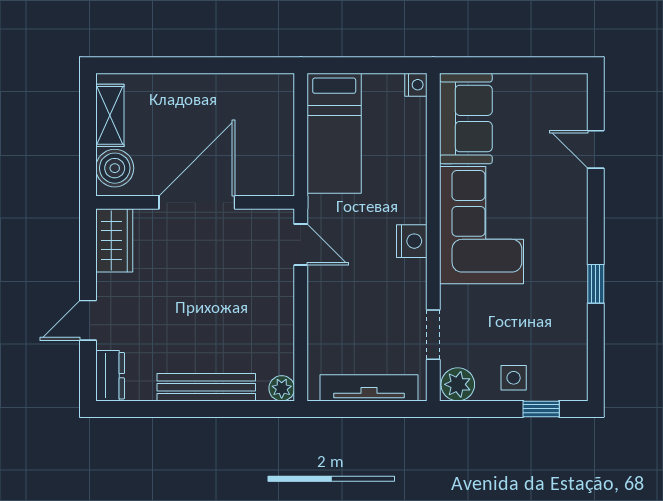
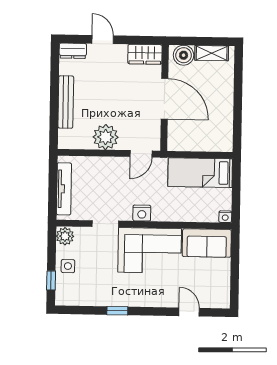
door: (596, 149) -> (189, 312), hinge flipped
doorway: (433, 335) -> (105, 224), moved
plant: (282, 388) -> (106, 137), moved, width x1.87, depth x1.87

